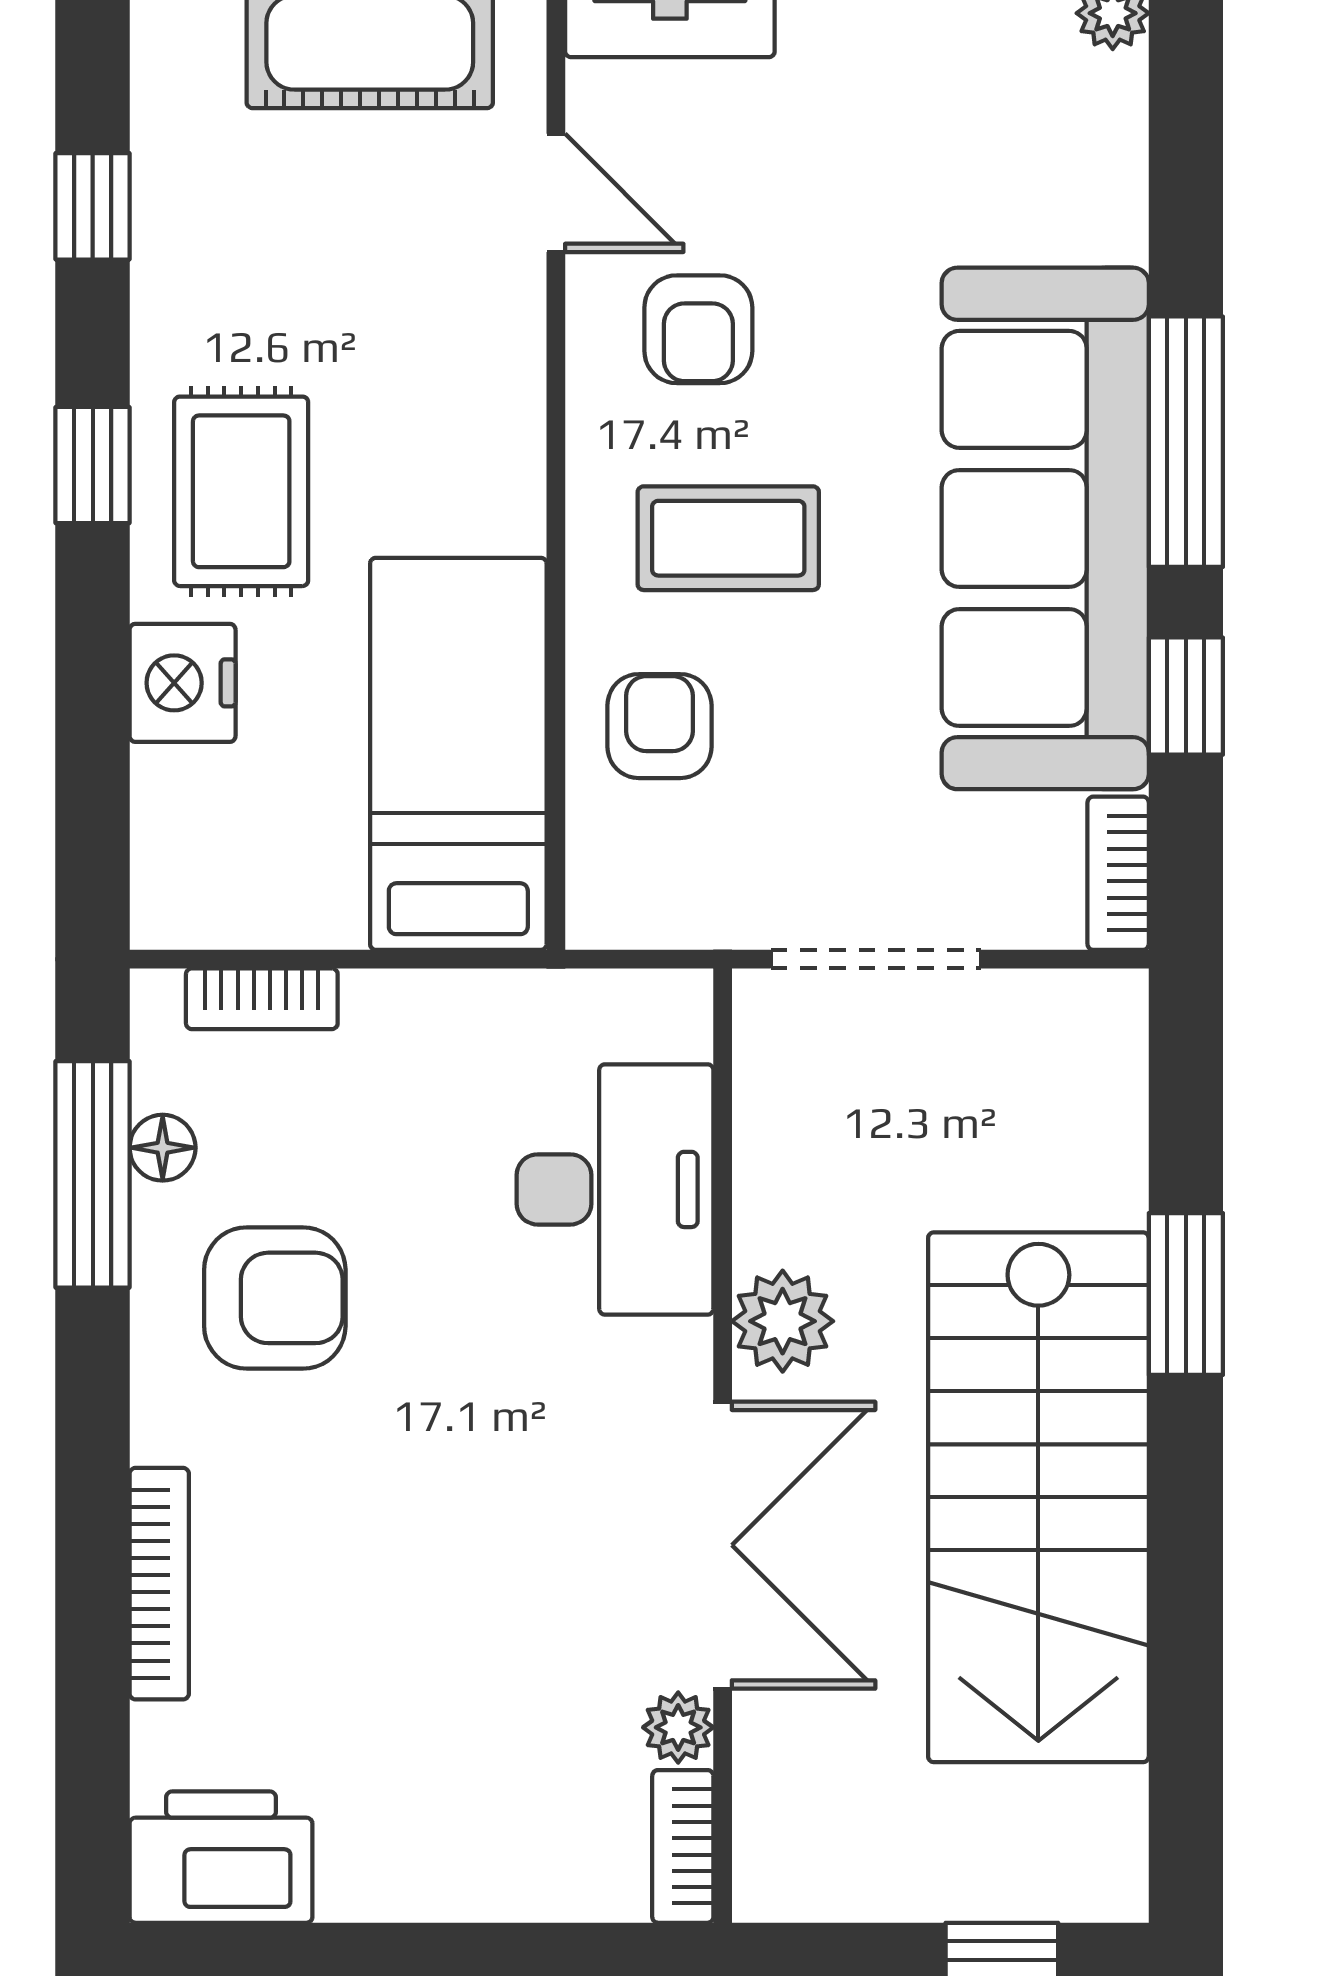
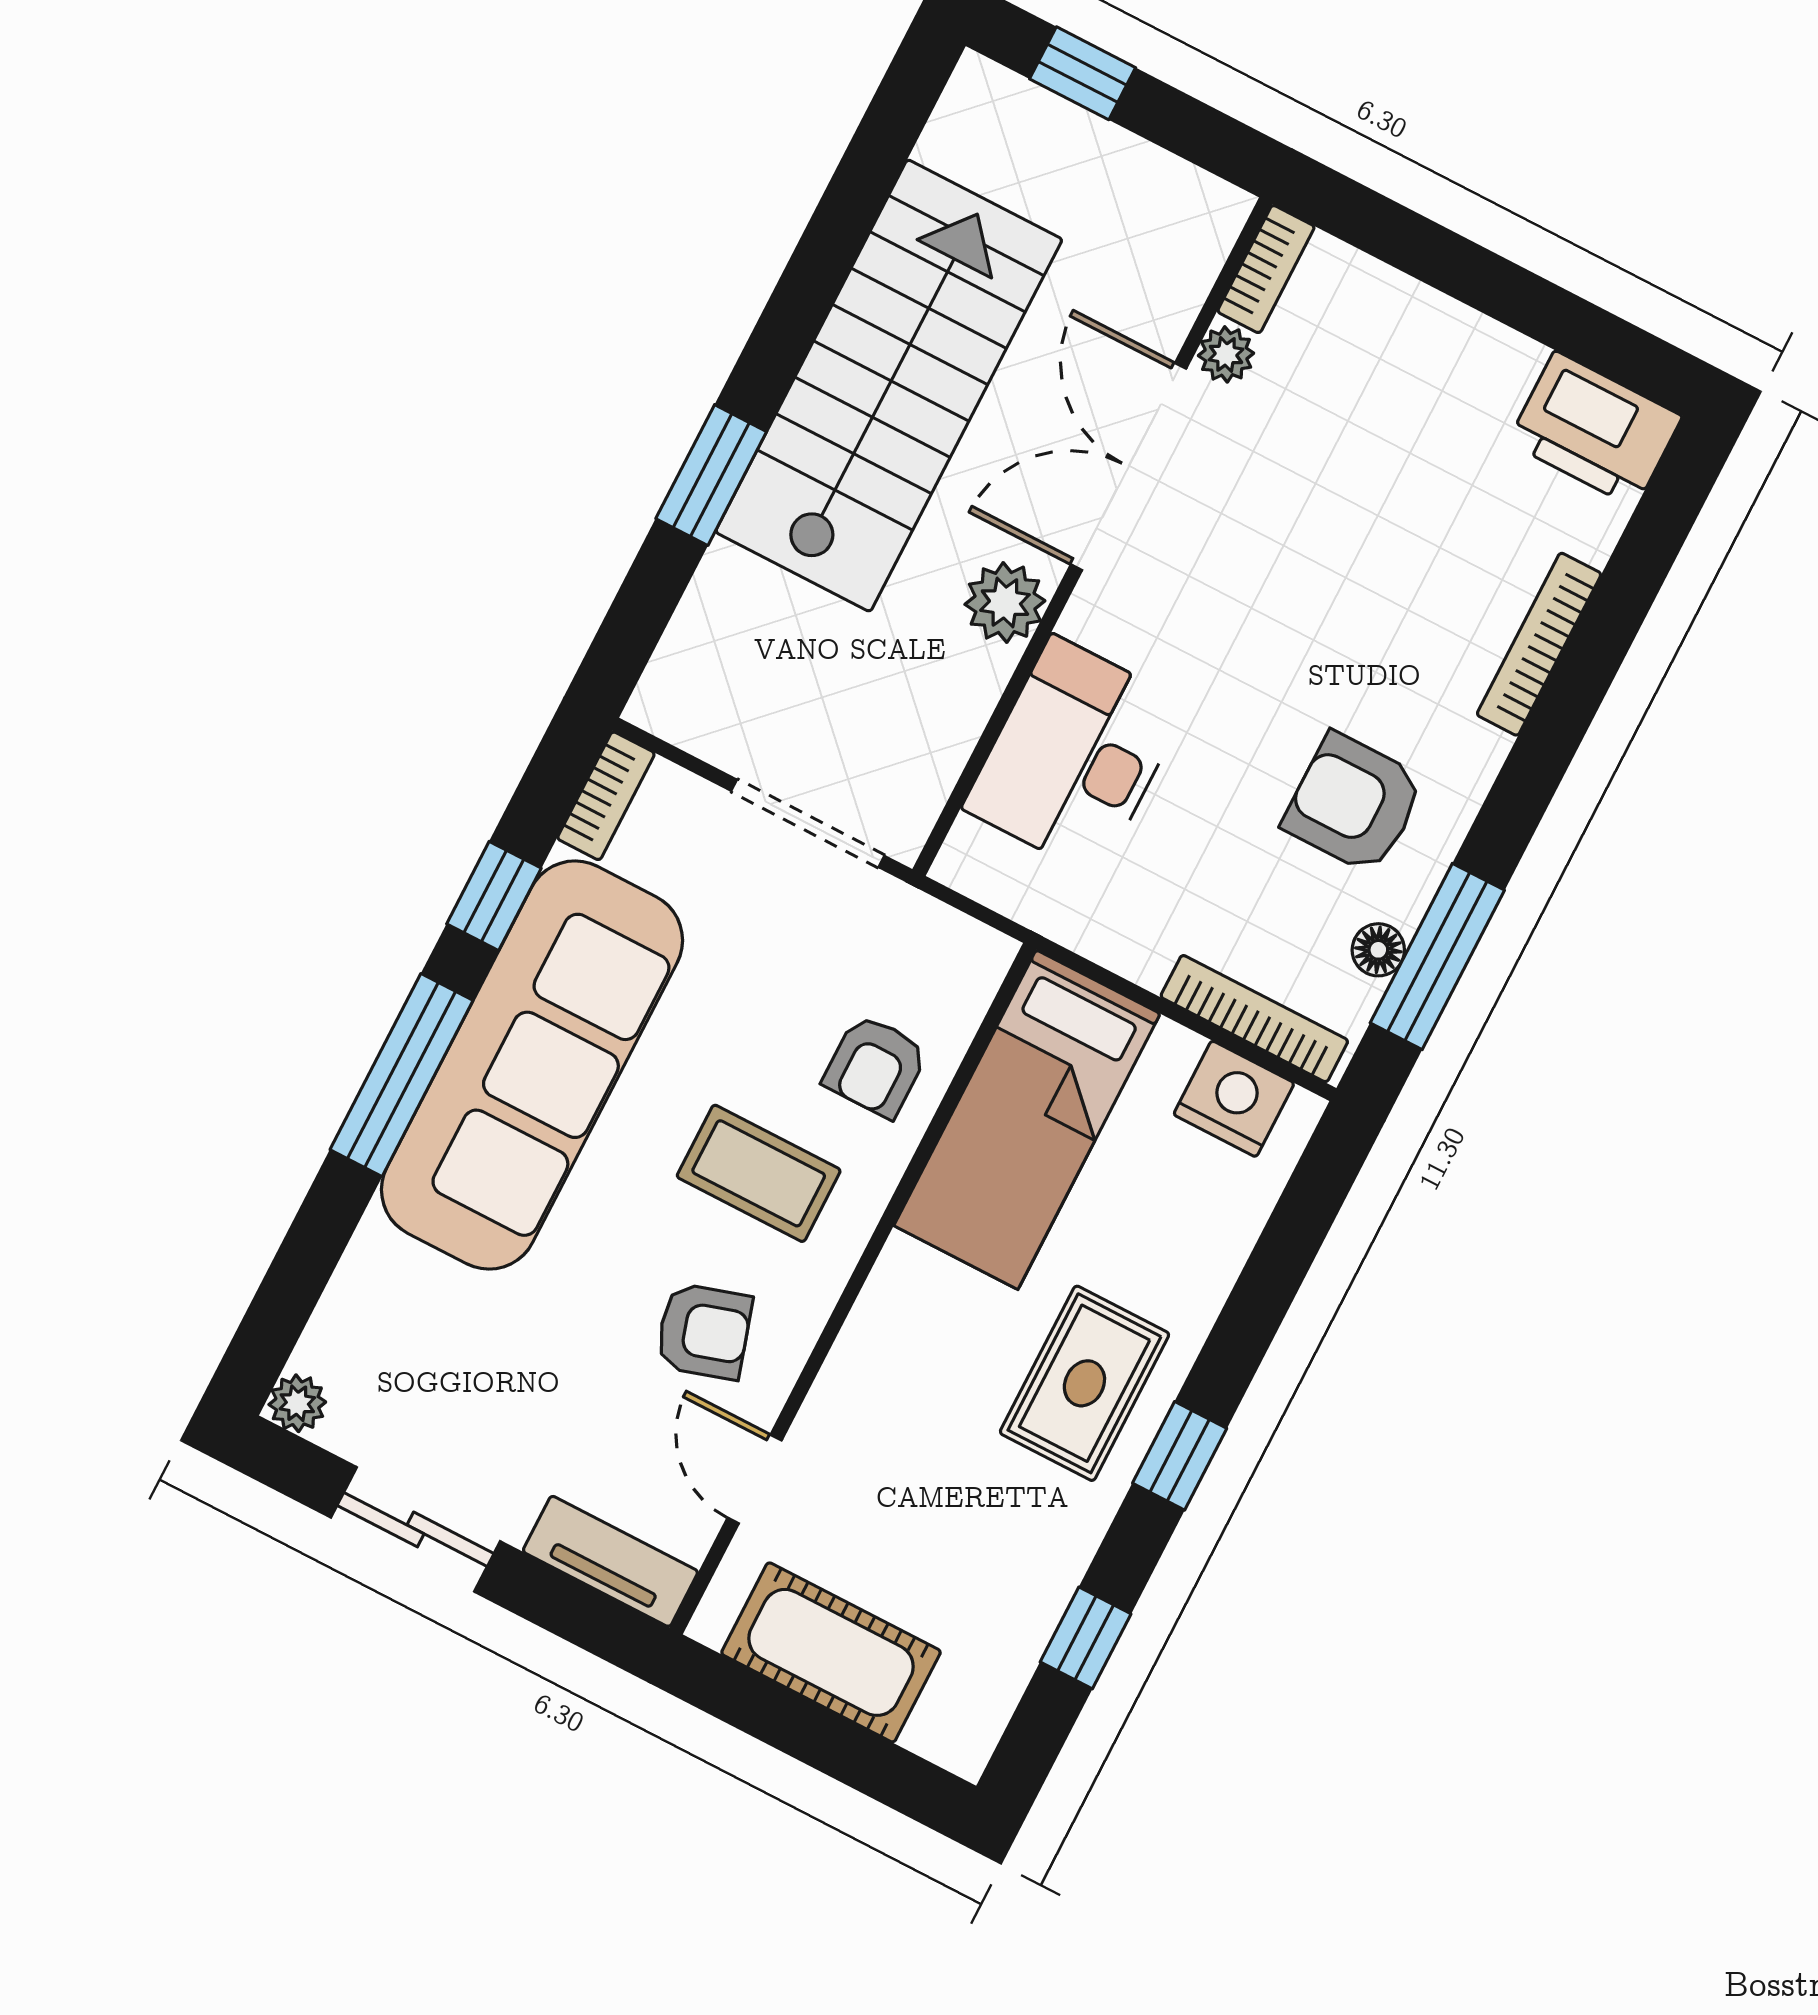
armchair: (698, 329) -> (704, 1331), turned 73
nightstand: (183, 683) -> (1234, 1099), moved, turned -90
bookcase: (262, 999) -> (1254, 1019), width x1.56

